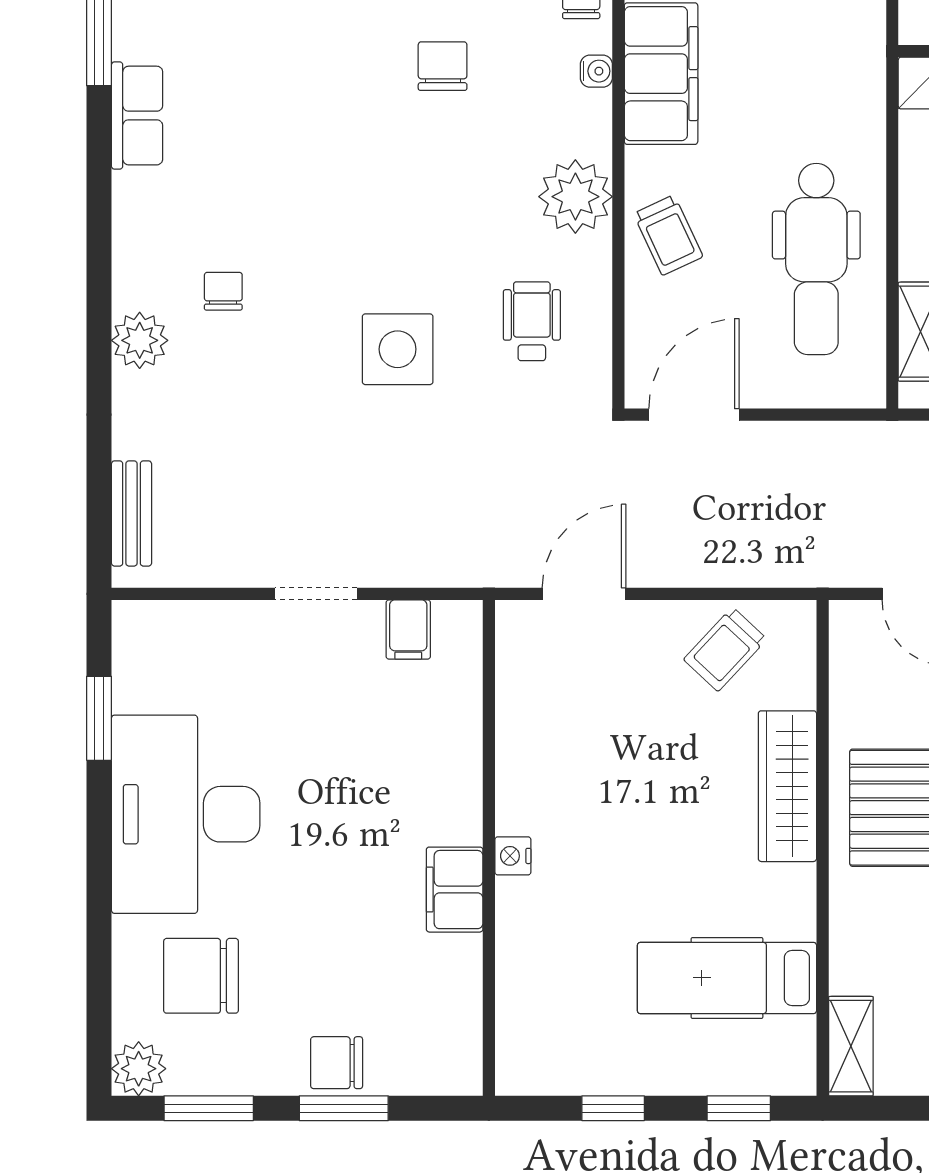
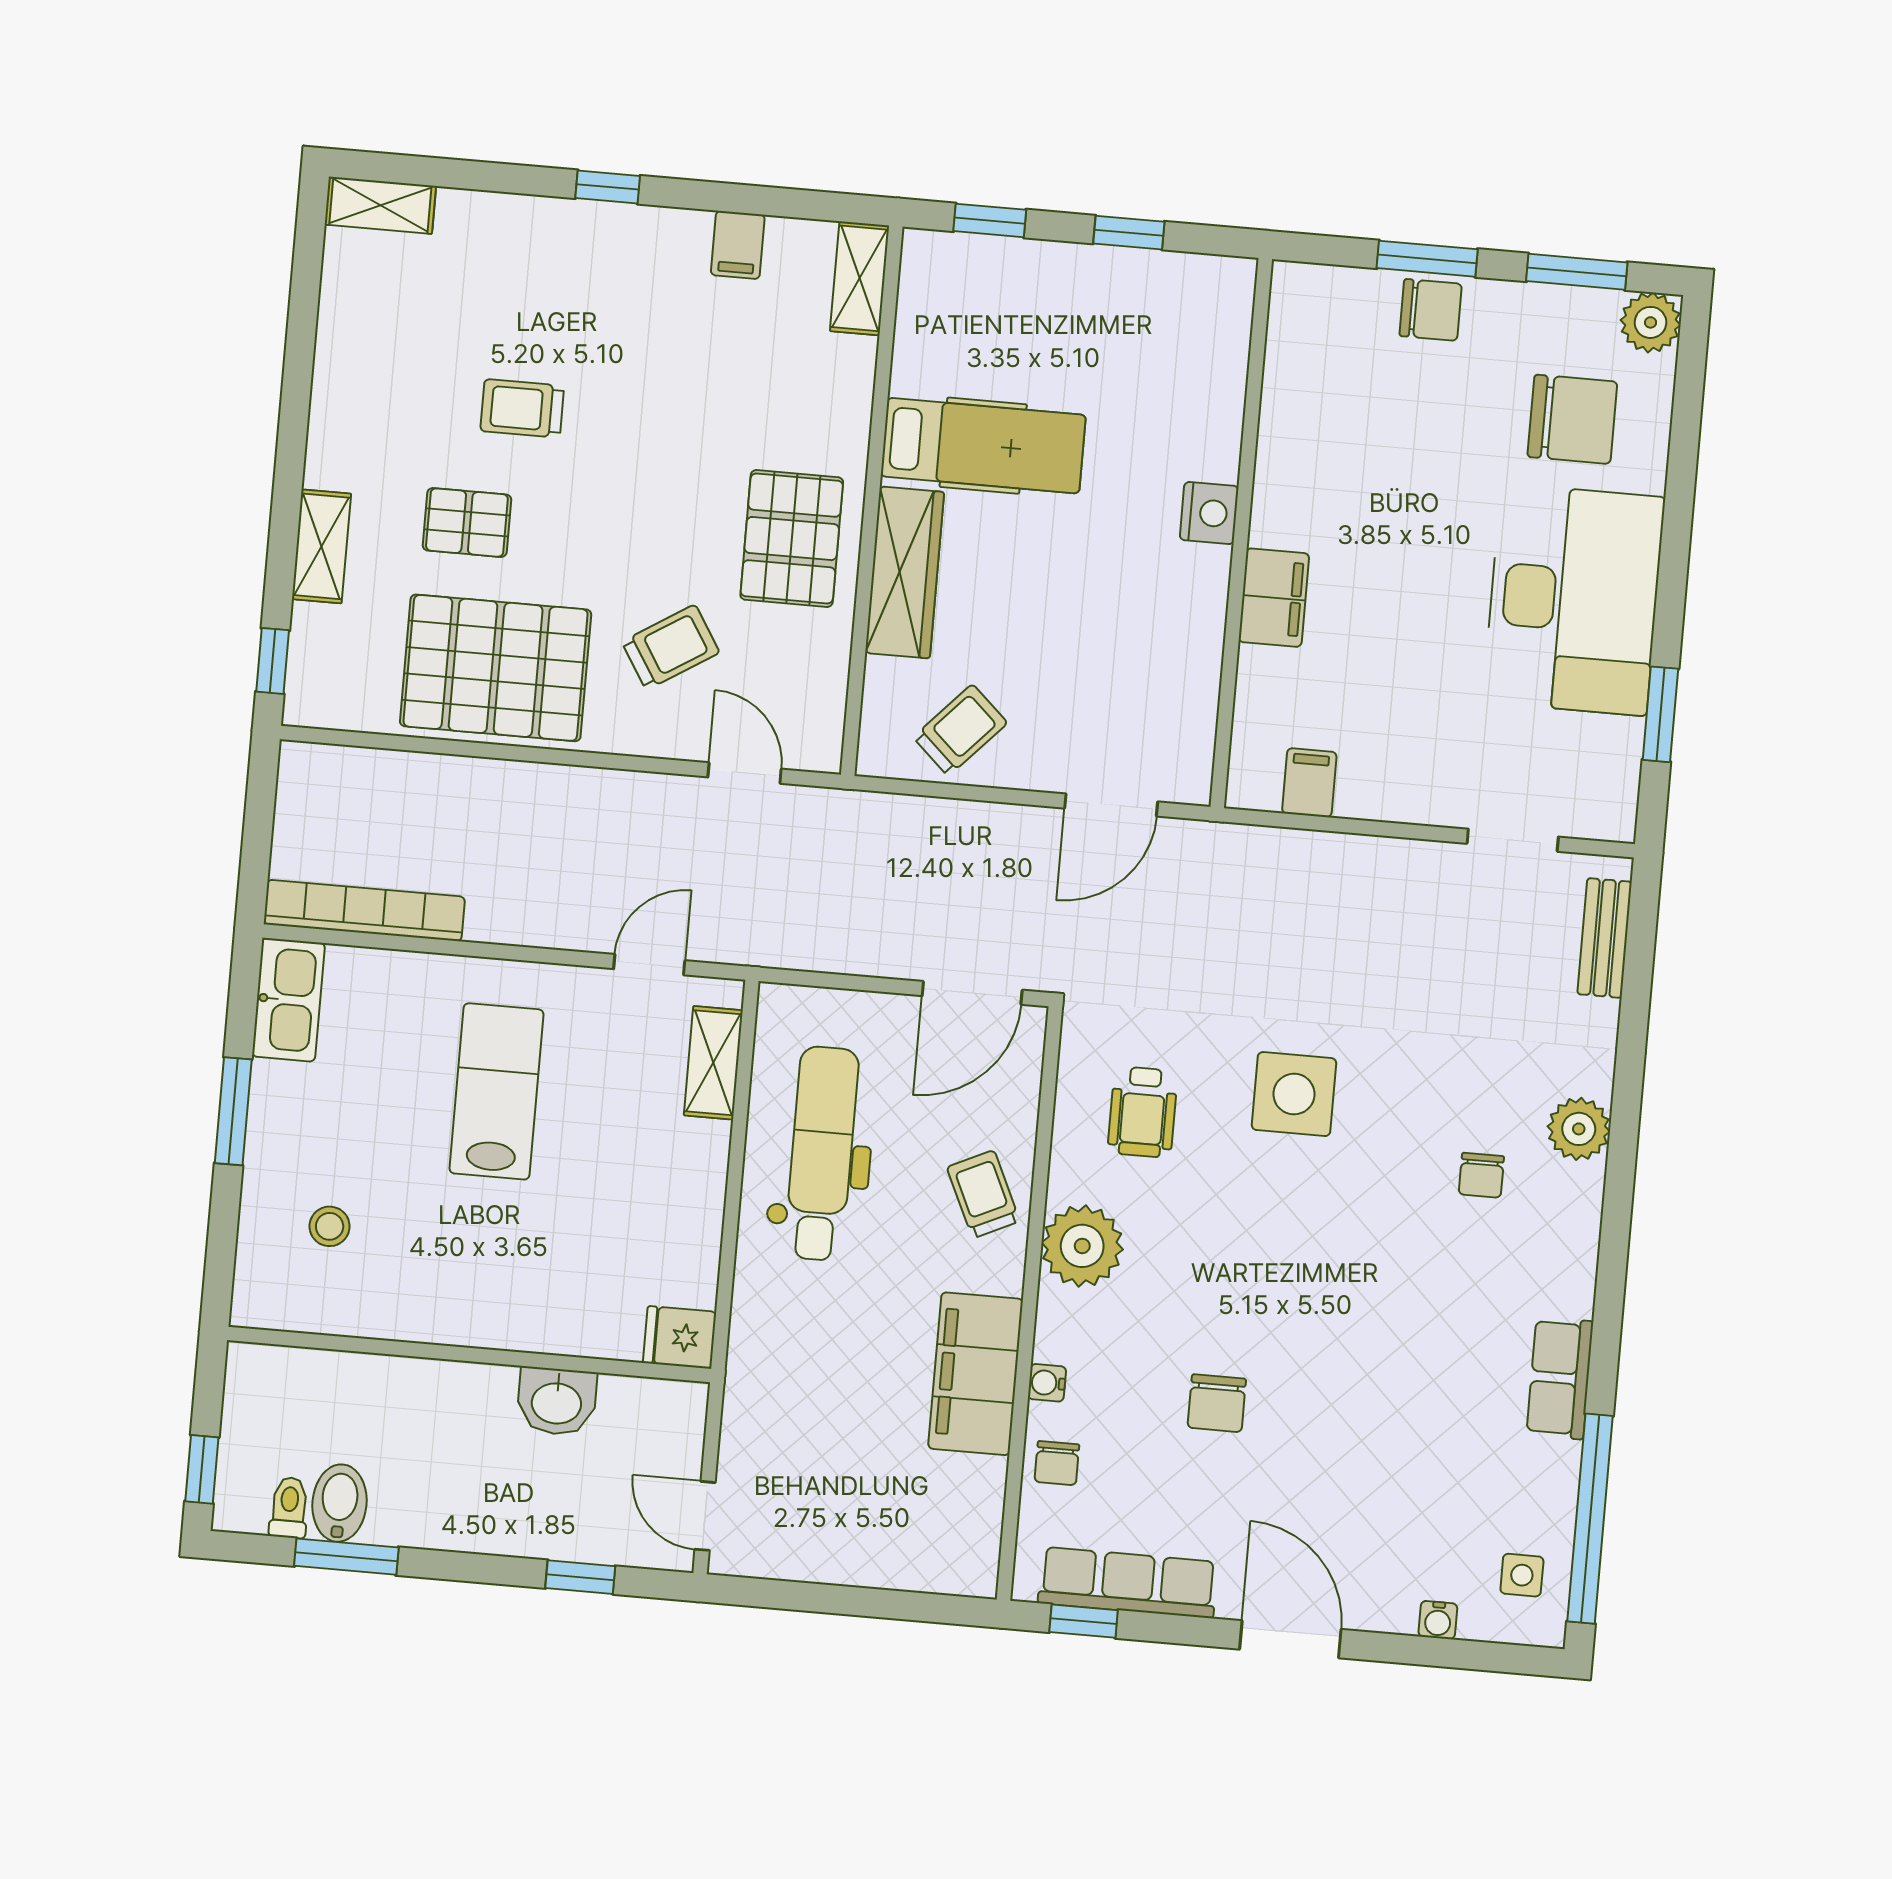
doorway: (316, 594) -> (1513, 840), moved
nightstand: (513, 856) -> (1209, 513), width x1.39, depth x1.35
filing cabinet: (455, 890) -> (1274, 598), moved
hospital bed: (727, 978) -> (983, 446), moved

